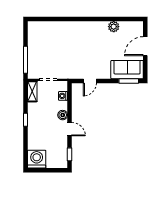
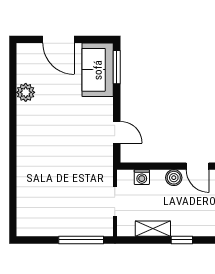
shelving: (32, 91) -> (153, 229), moved
door: (70, 129) -> (197, 166), swing flipped

